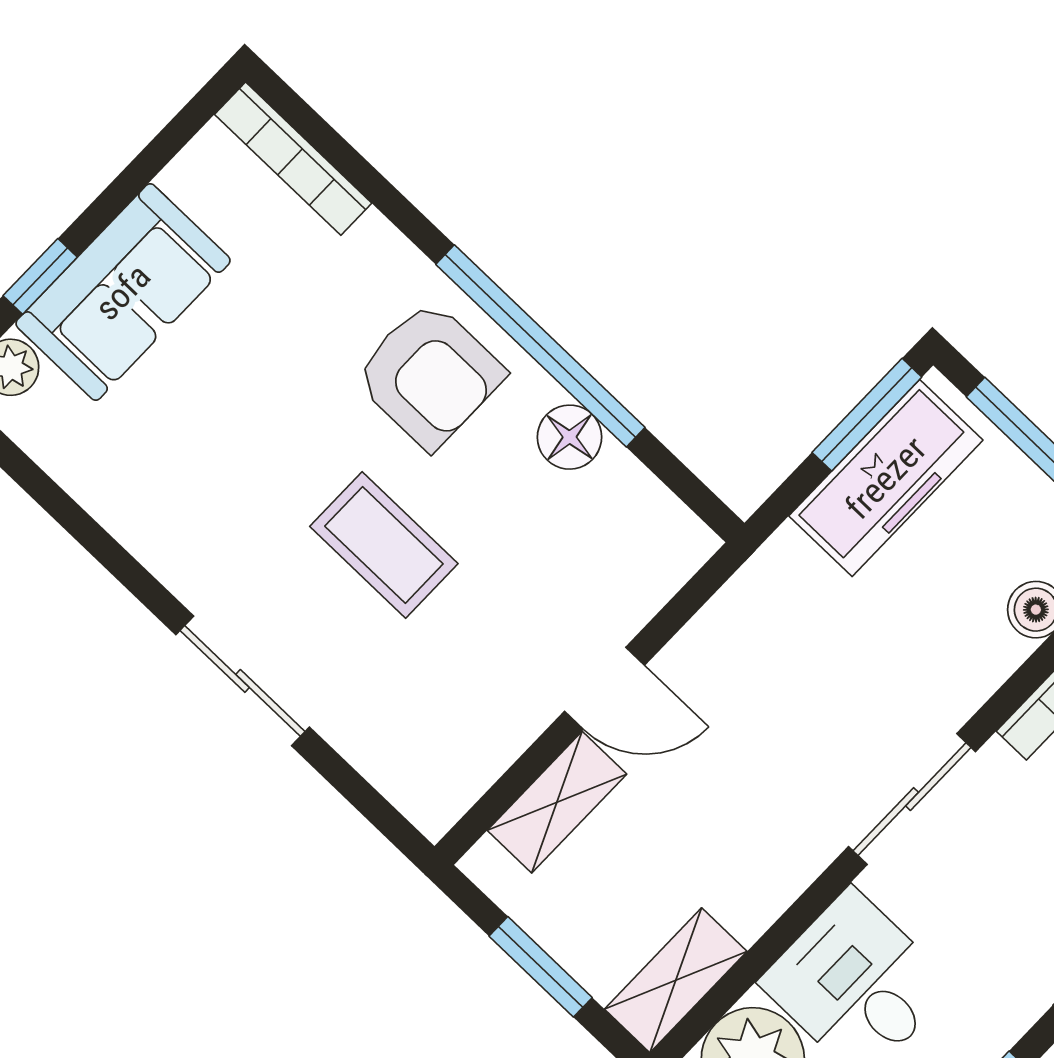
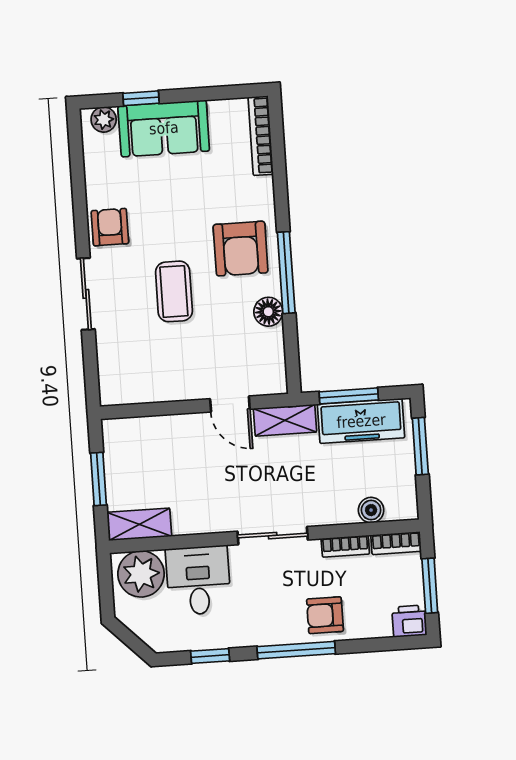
window: (540, 346) -> (286, 273), width x0.68
window: (867, 415) -> (349, 396), moved
armchair: (182, 535) -> (110, 227), added
door: (605, 688) -> (230, 404), moved
shelving: (557, 802) -> (285, 420), moved

